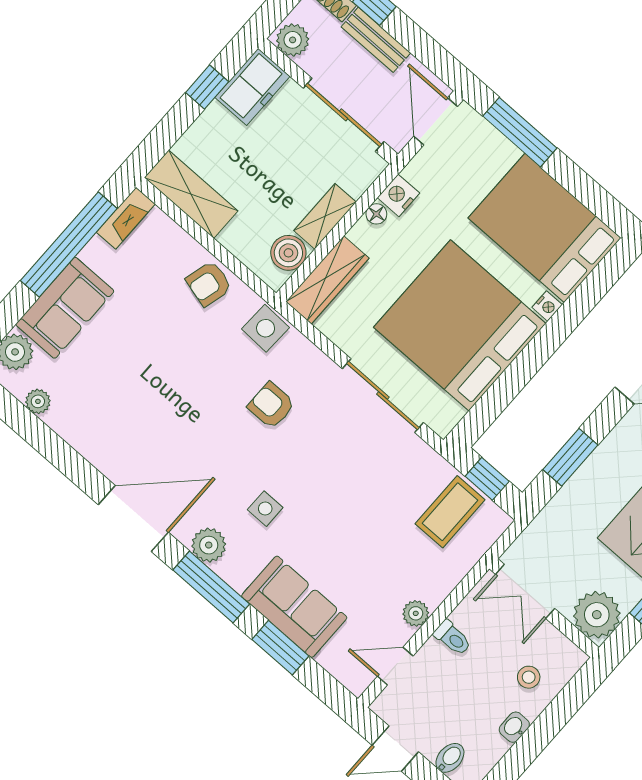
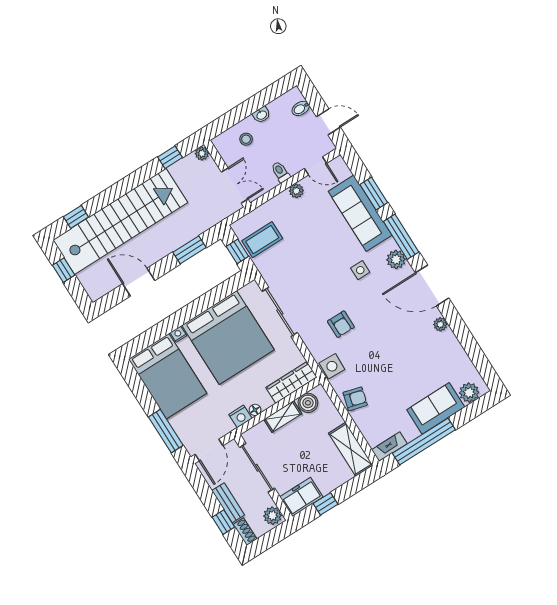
plant: (38, 401) -> (440, 324), moved
sofa: (294, 607) -> (360, 213), width x1.36
plant: (597, 615) -> (202, 153), width x0.53, depth x0.53

